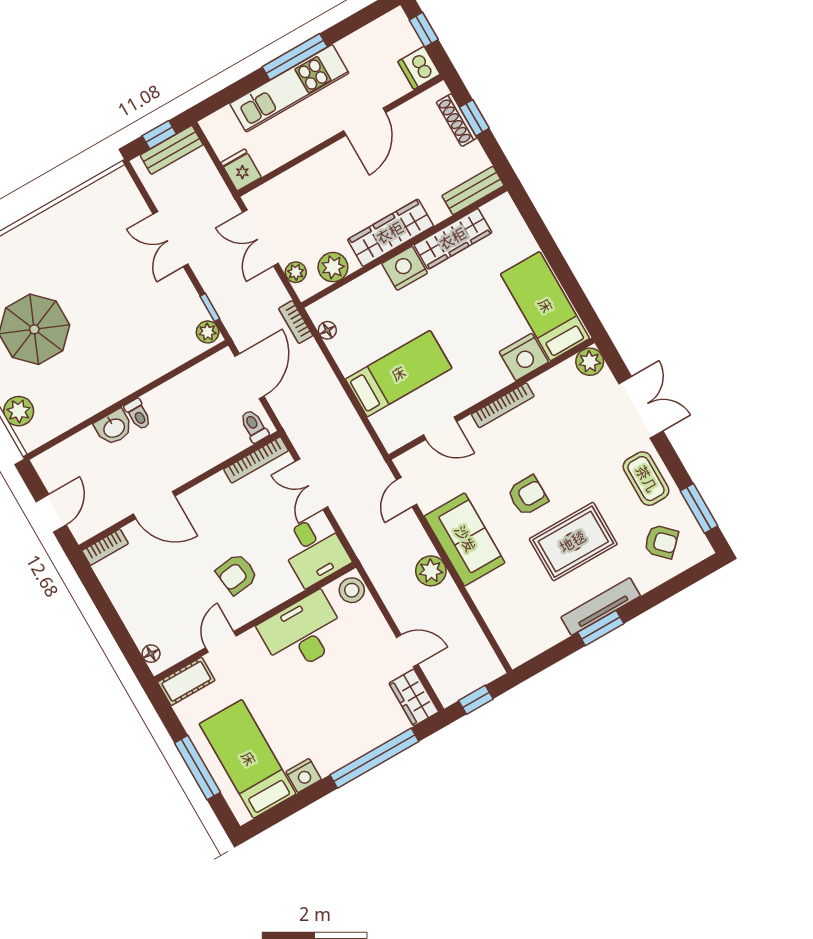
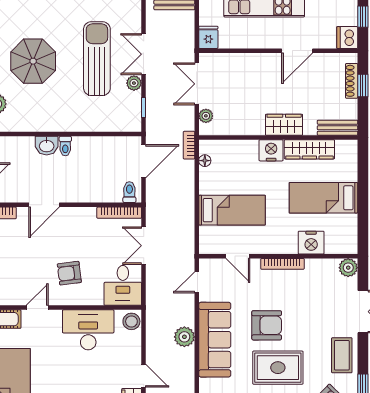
wardrobe: (390, 233) -> (284, 125), width x0.67
plant: (333, 267) -> (229, 125), removed
sun lounger: (114, 279) -> (97, 59), added
bed: (545, 306) -> (323, 198), moved, turned -90
plant: (208, 332) -> (134, 83), moved
armchair: (528, 496) -> (267, 325), width x1.38, depth x1.38
door: (154, 505) -> (44, 205), hinge flipped
sofa: (465, 539) -> (215, 340), width x1.36

